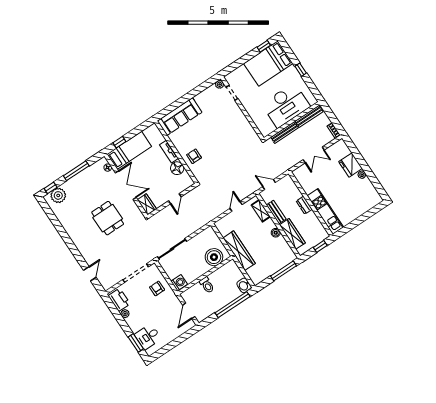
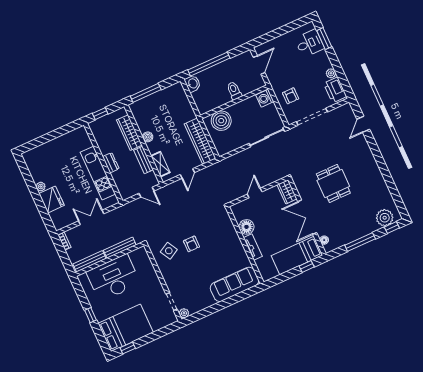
side table: (241, 137) -> (169, 251), added
armchair: (194, 156) -> (191, 244), moved
kitchen unit: (325, 211) -> (98, 173), moved
wardrobe: (239, 251) -> (200, 141), moved

